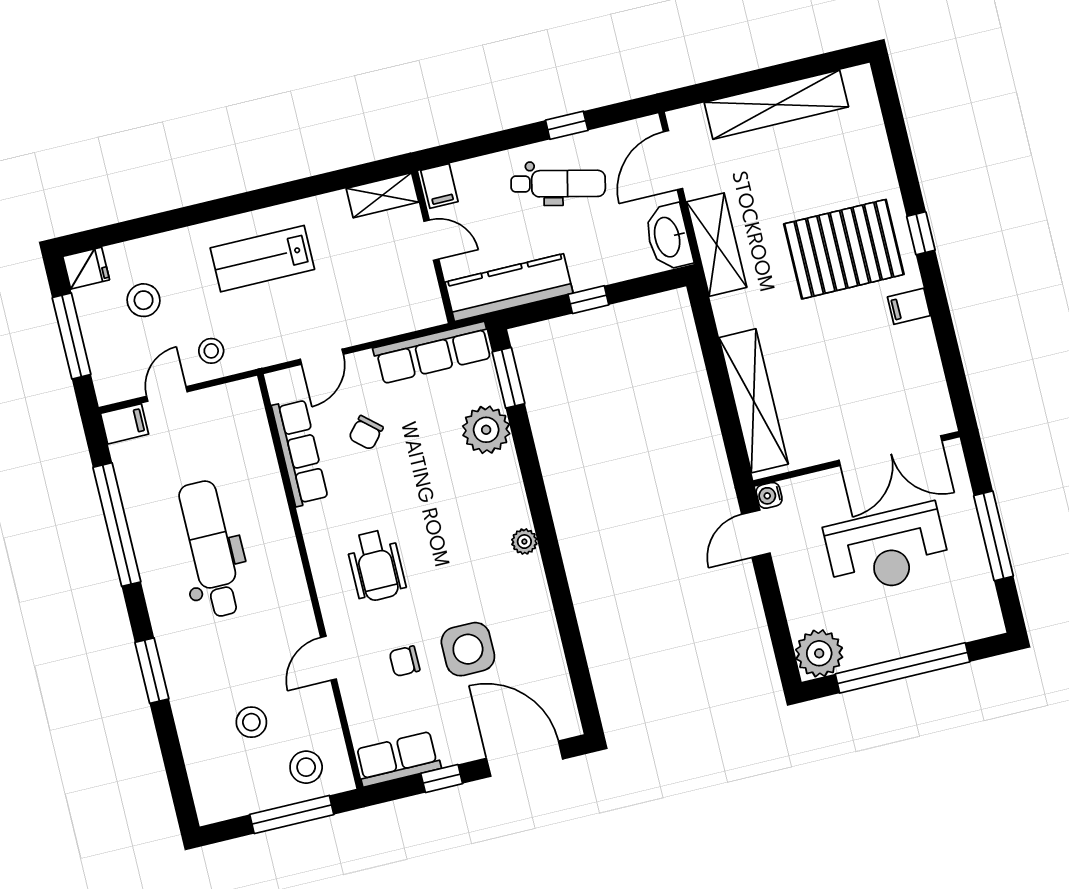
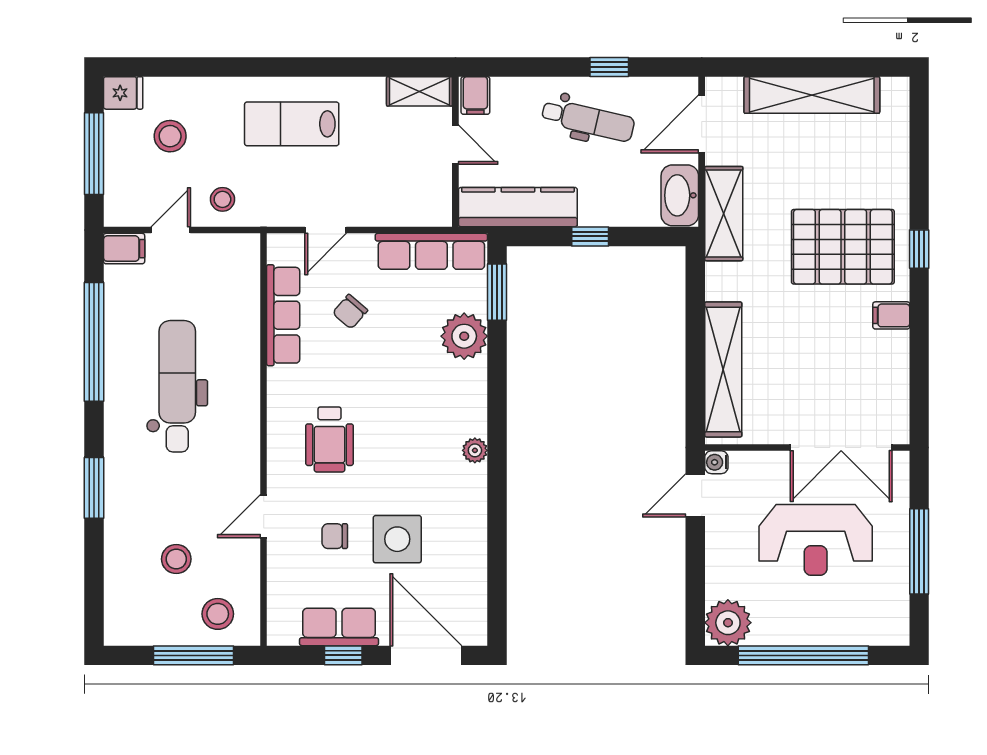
row of seats: (398, 759) -> (339, 627), moved

